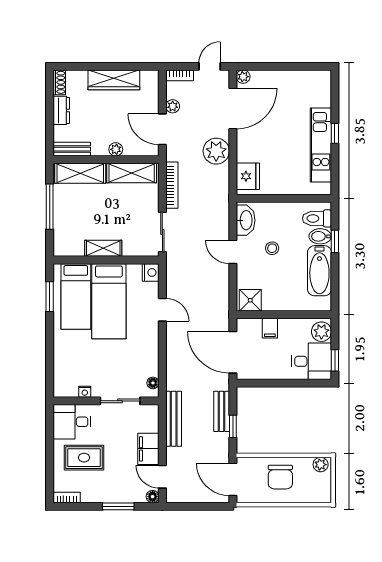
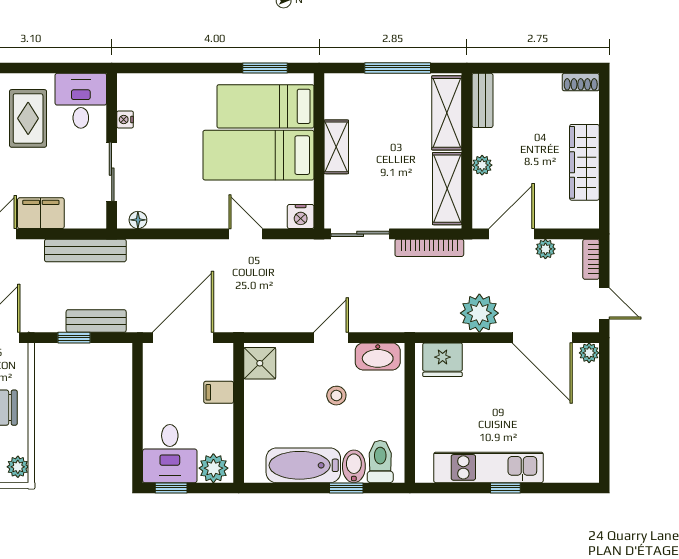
dresser: (61, 110) -> (539, 85), removed
door: (162, 310) -> (246, 234), swing flipped

